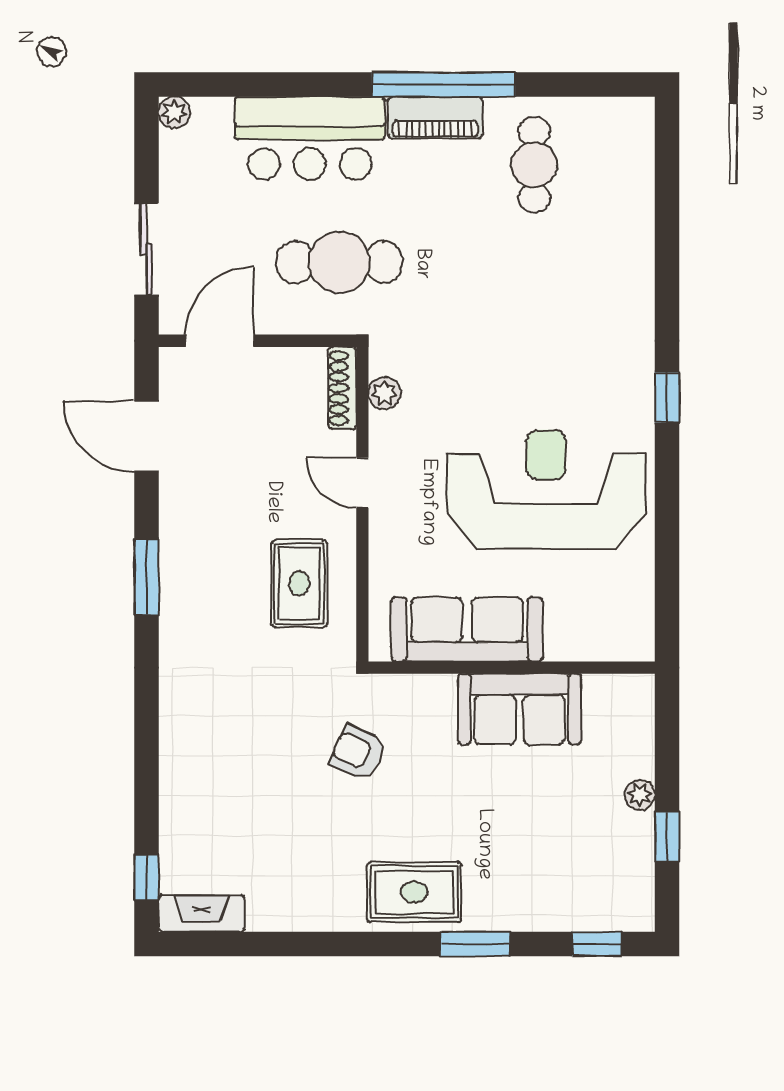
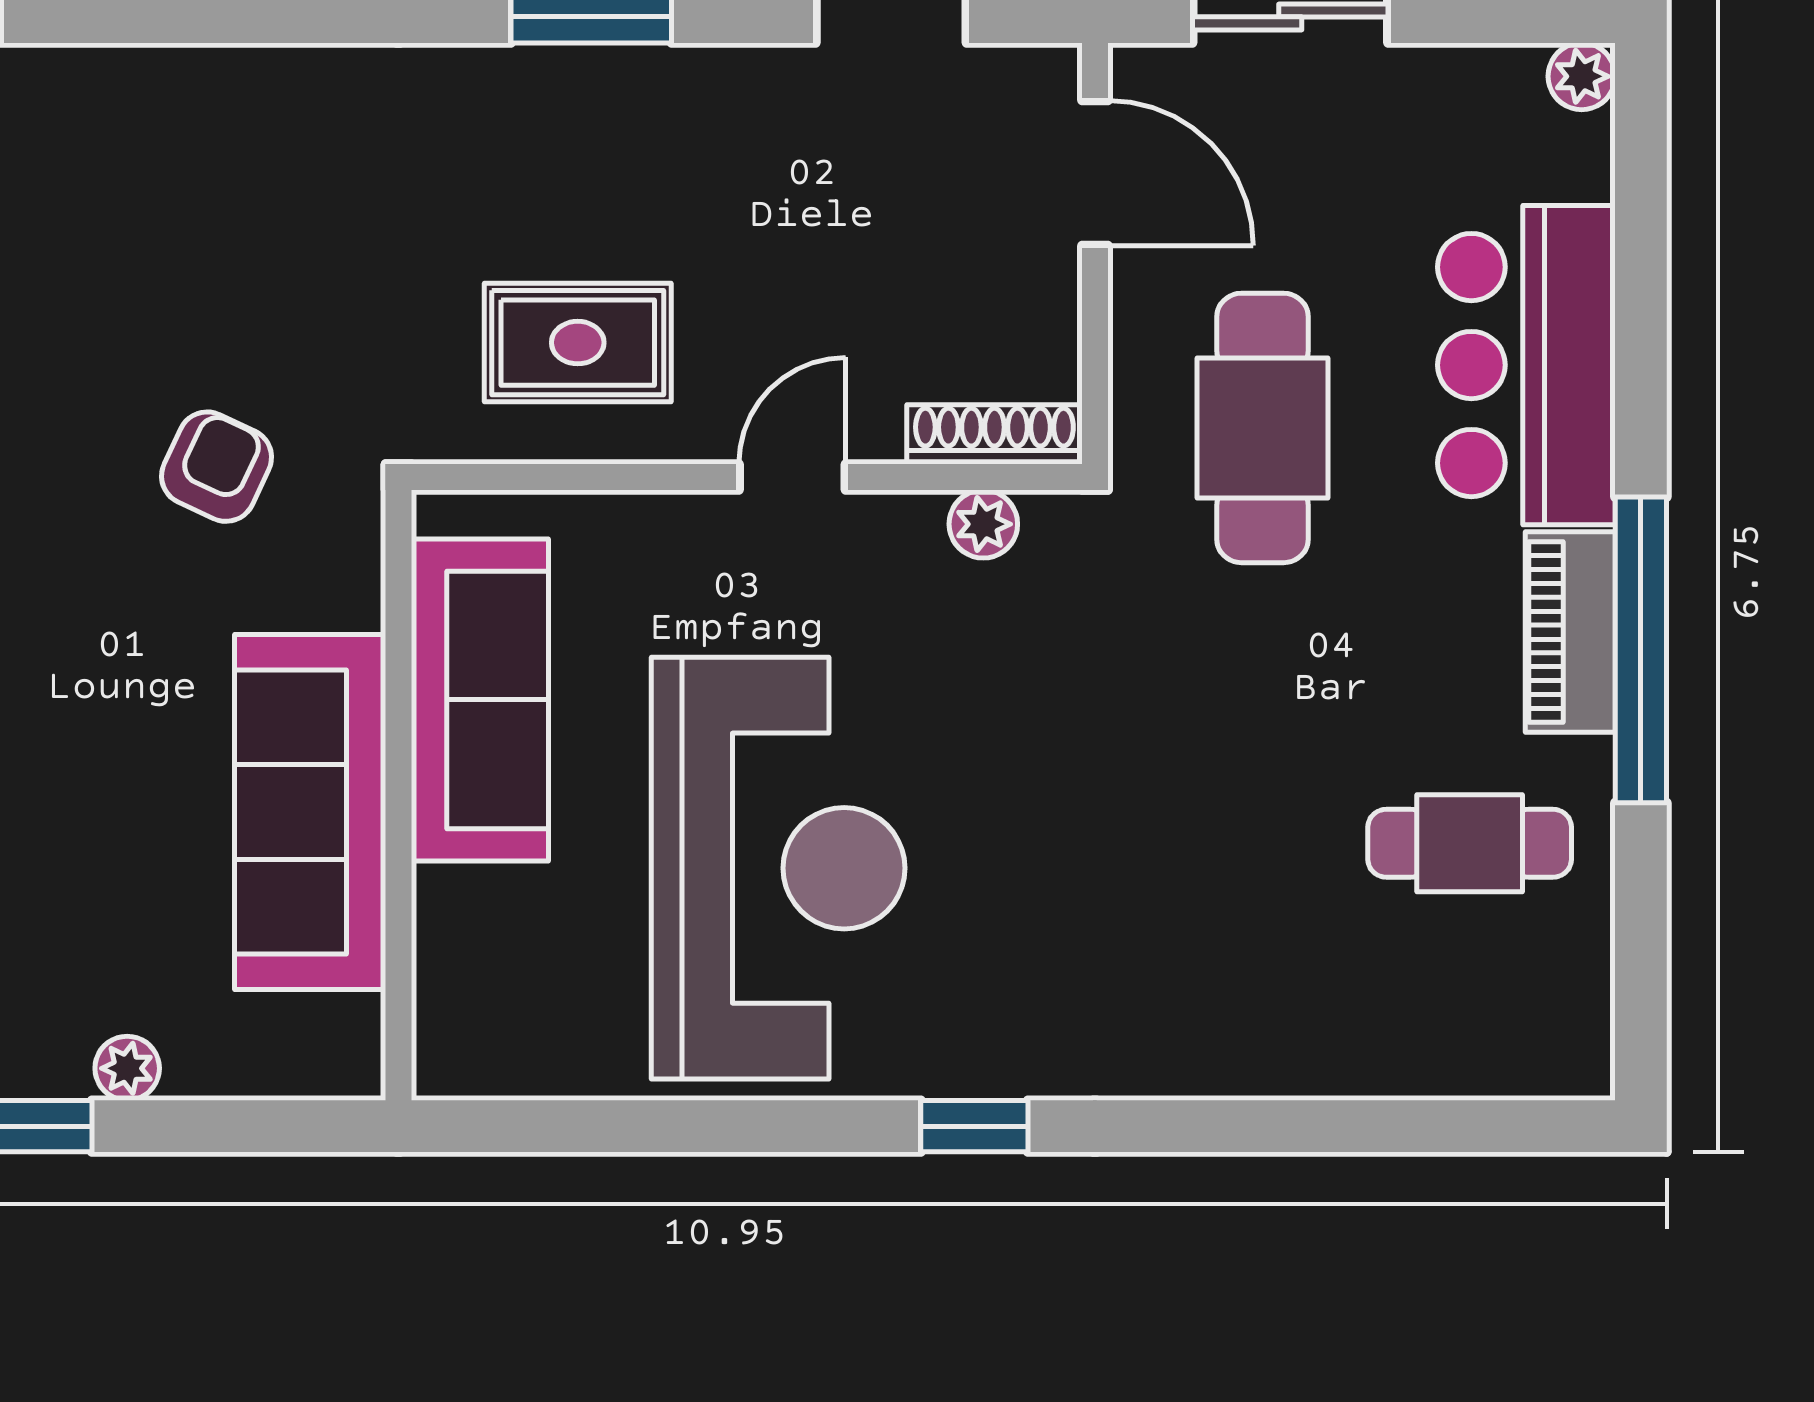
sofa: (520, 709) -> (310, 812), width x1.36

